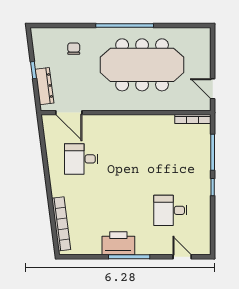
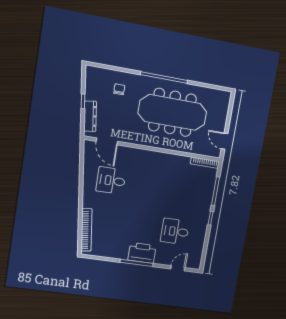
printer: (118, 243) -> (142, 253), moved
door: (182, 257) -> (178, 268), hinge flipped

